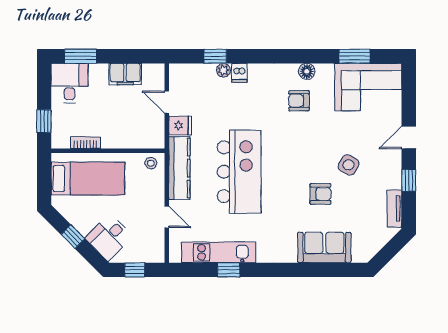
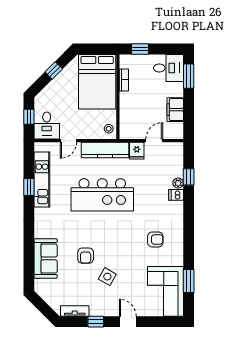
floor lamp: (307, 71) -> (177, 245), removed
armchair: (299, 101) -> (155, 239), turned 90
bed: (88, 179) -> (97, 82), width x1.50
desk: (109, 237) -> (47, 126), moved, turned -135

